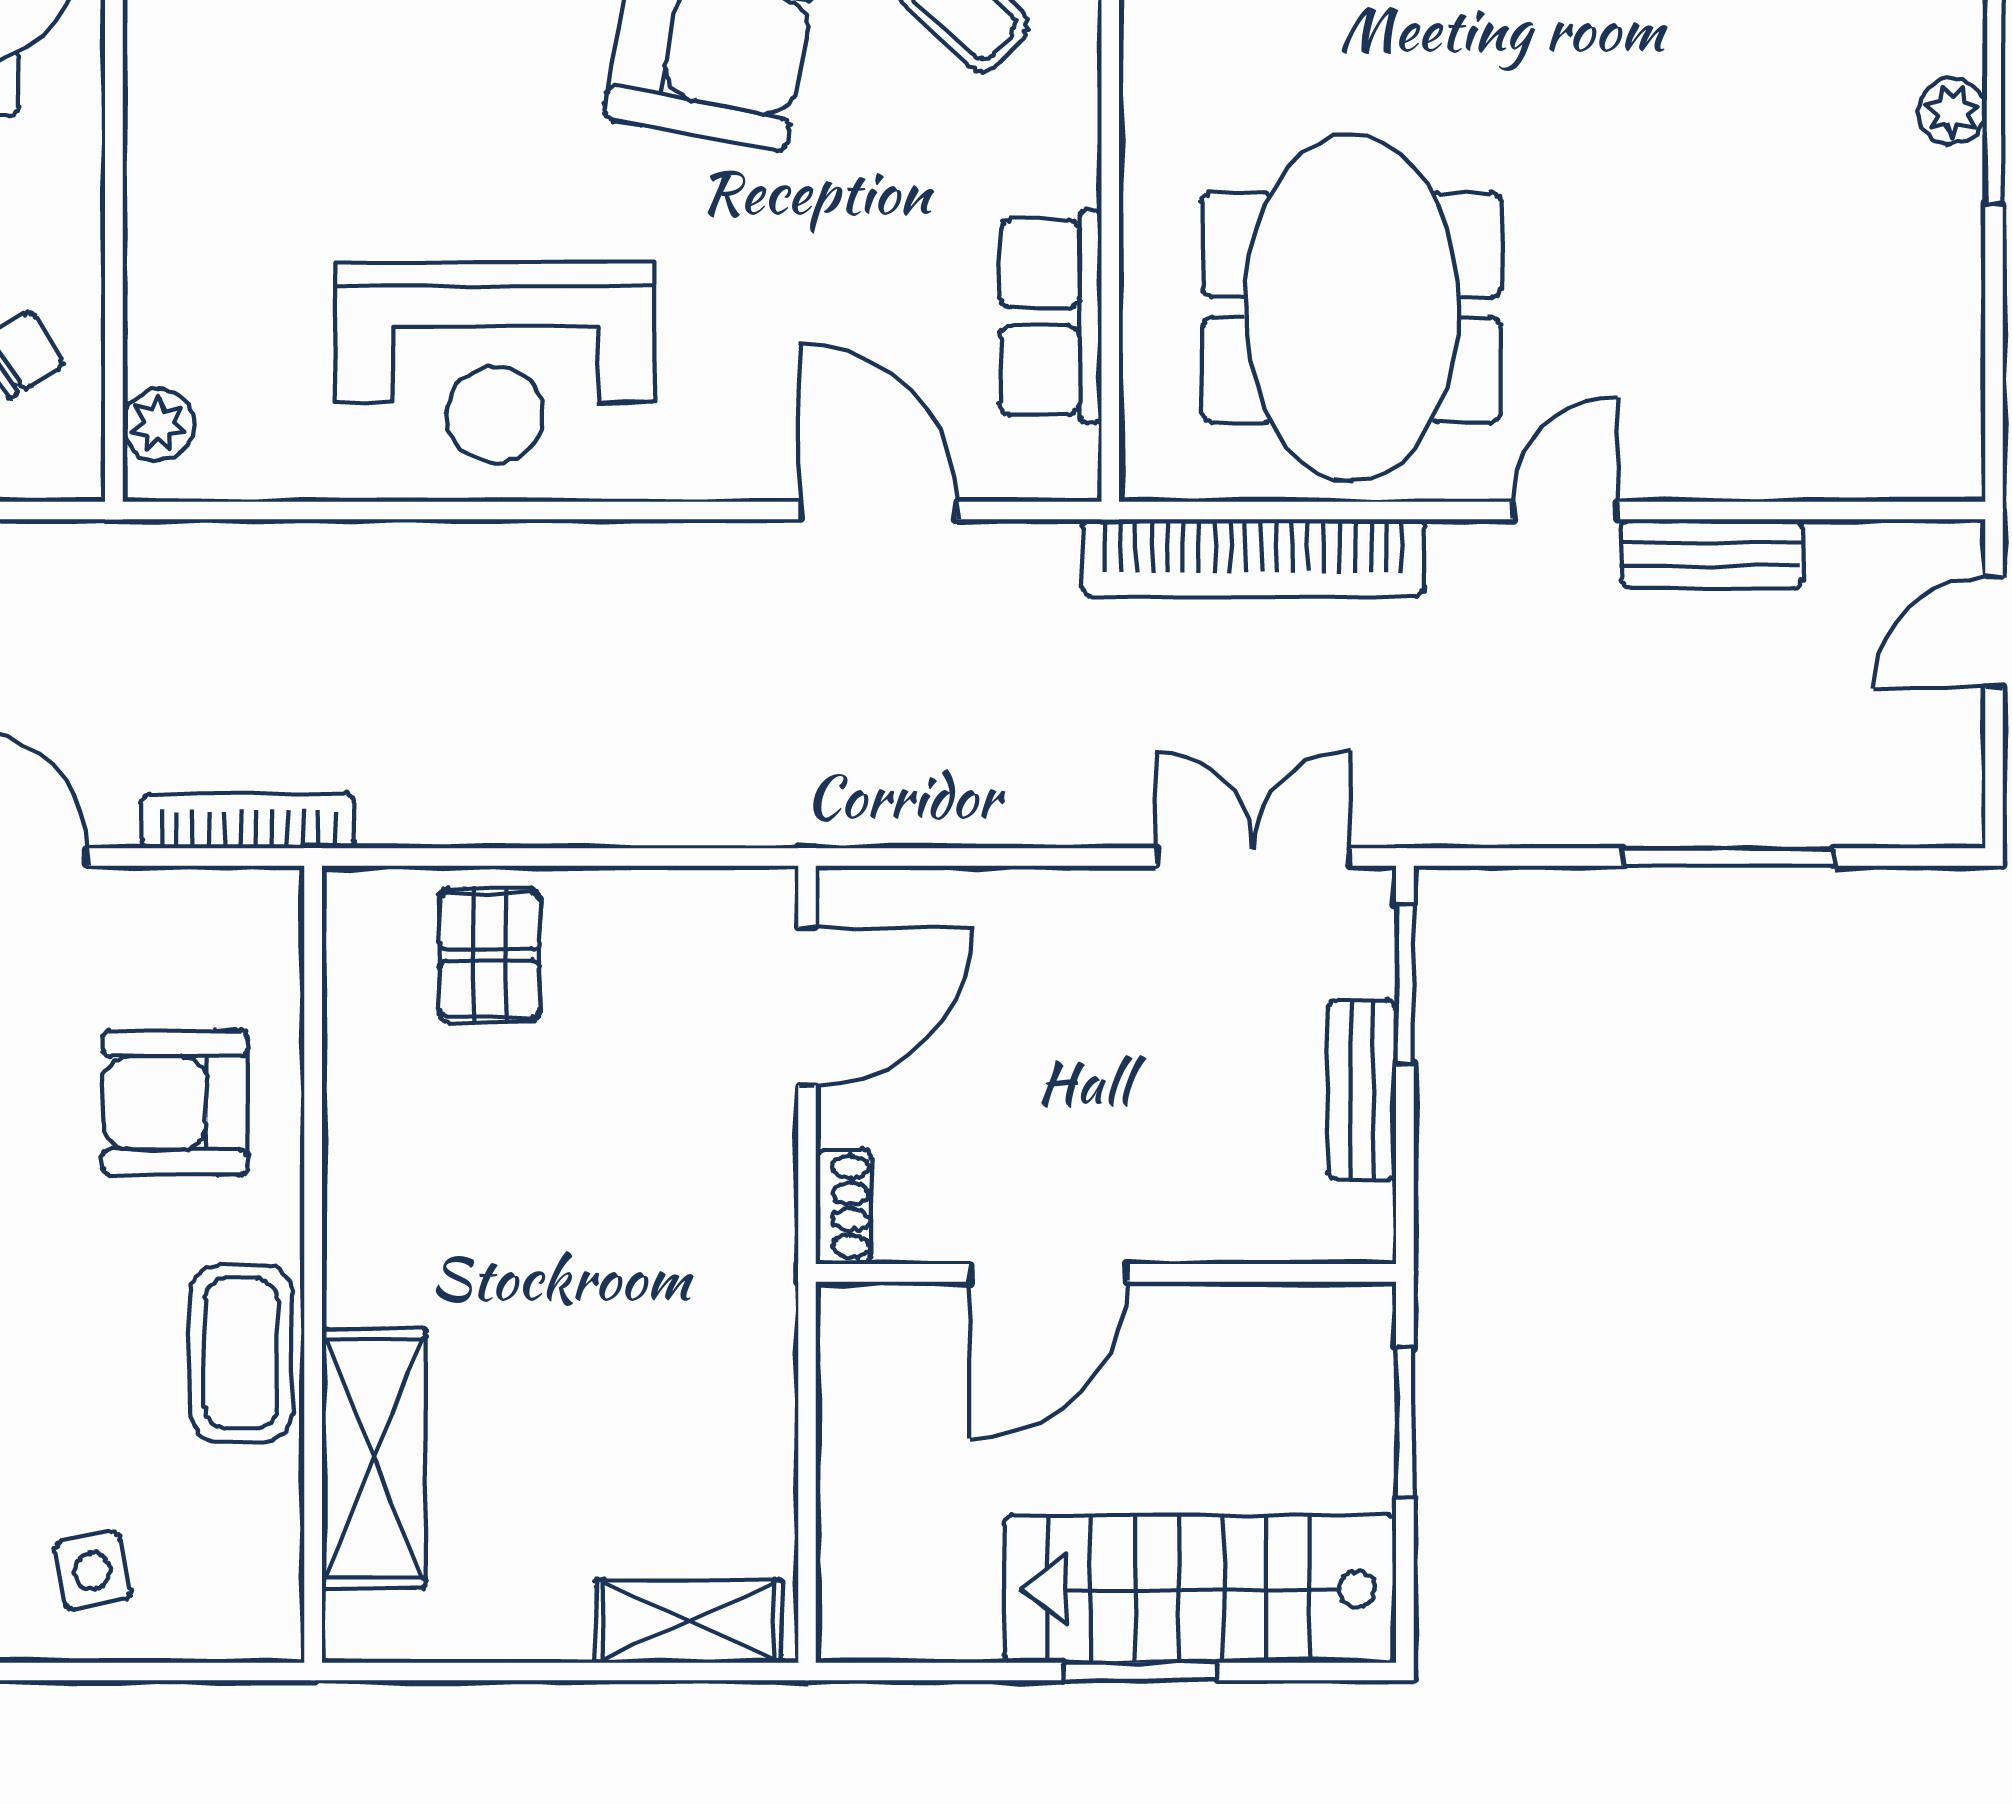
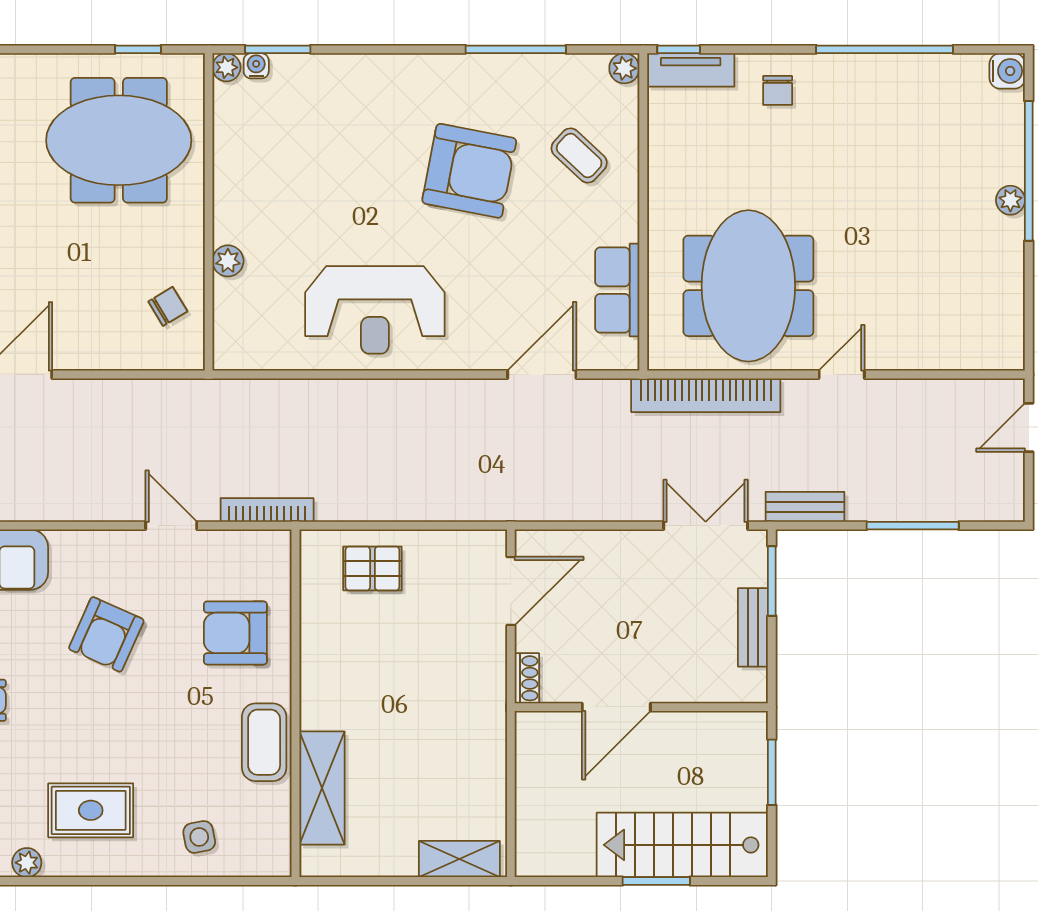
plant: (158, 425) -> (228, 261), moved
door: (878, 510) -> (542, 375), hinge flipped
bench: (1711, 554) -> (805, 507), moved
pallet: (490, 955) -> (372, 568), turned 90

